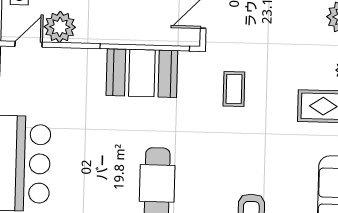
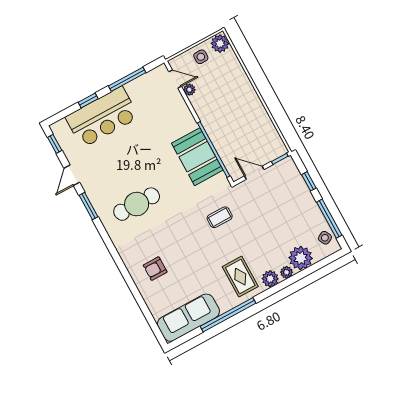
plant: (60, 27) -> (189, 90), width x0.53, depth x0.53

